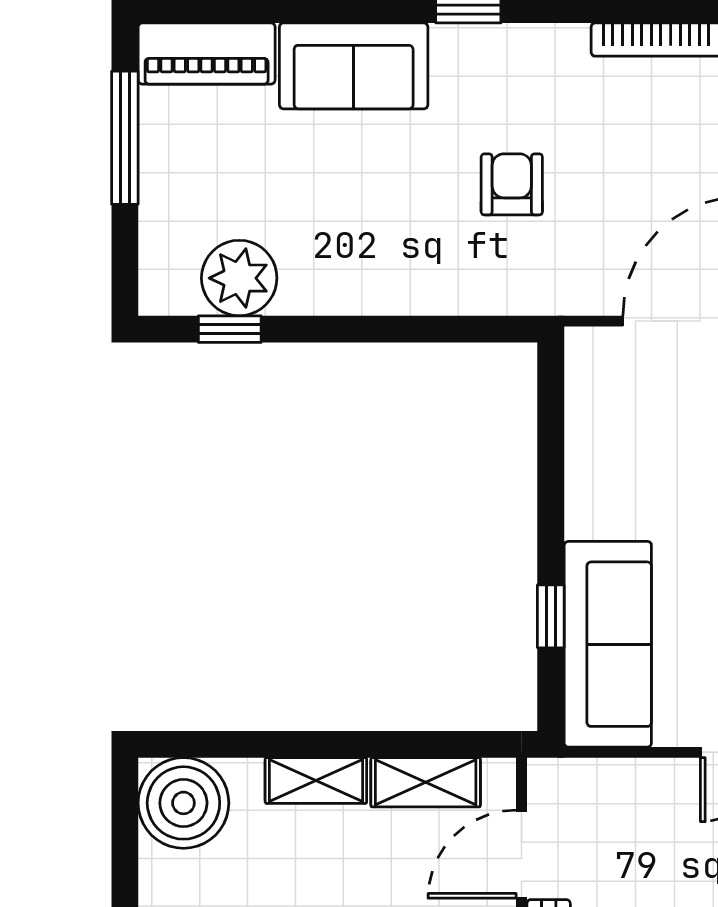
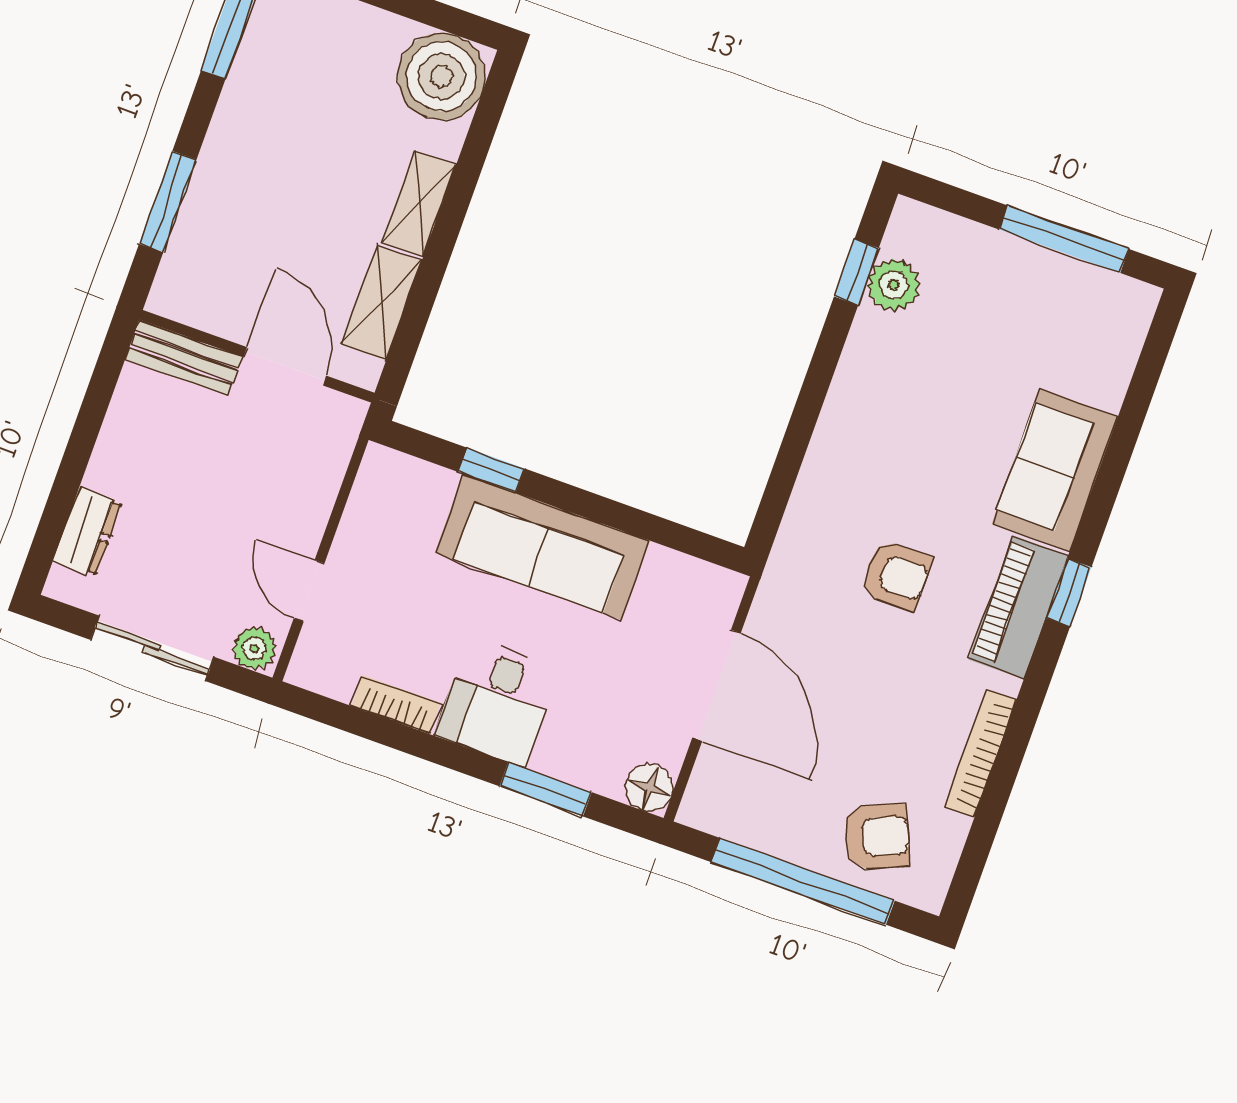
piano: (207, 54) -> (1018, 607), moved
plant: (239, 278) -> (894, 285), width x0.73, depth x0.73
sofa: (608, 644) -> (542, 547), moved

